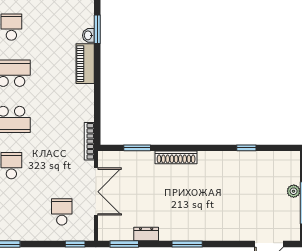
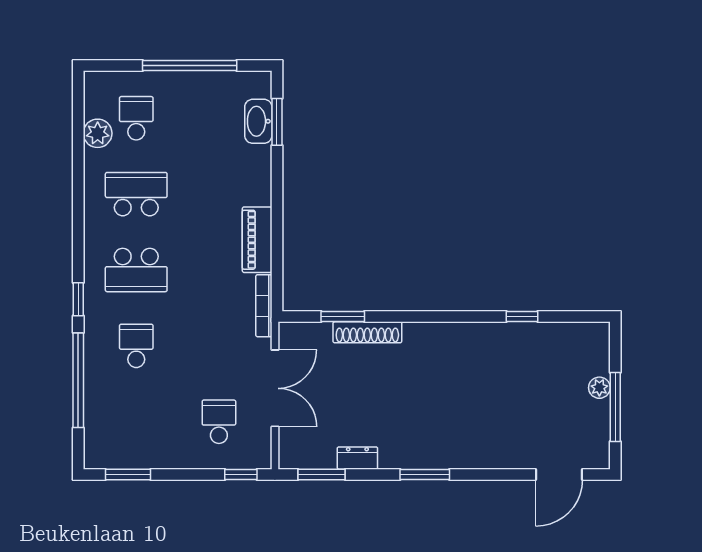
washbasin: (88, 35) -> (258, 121), width x1.91, depth x1.45
piano: (85, 64) -> (257, 240), moved
shoe rack: (176, 157) -> (367, 332), moved

